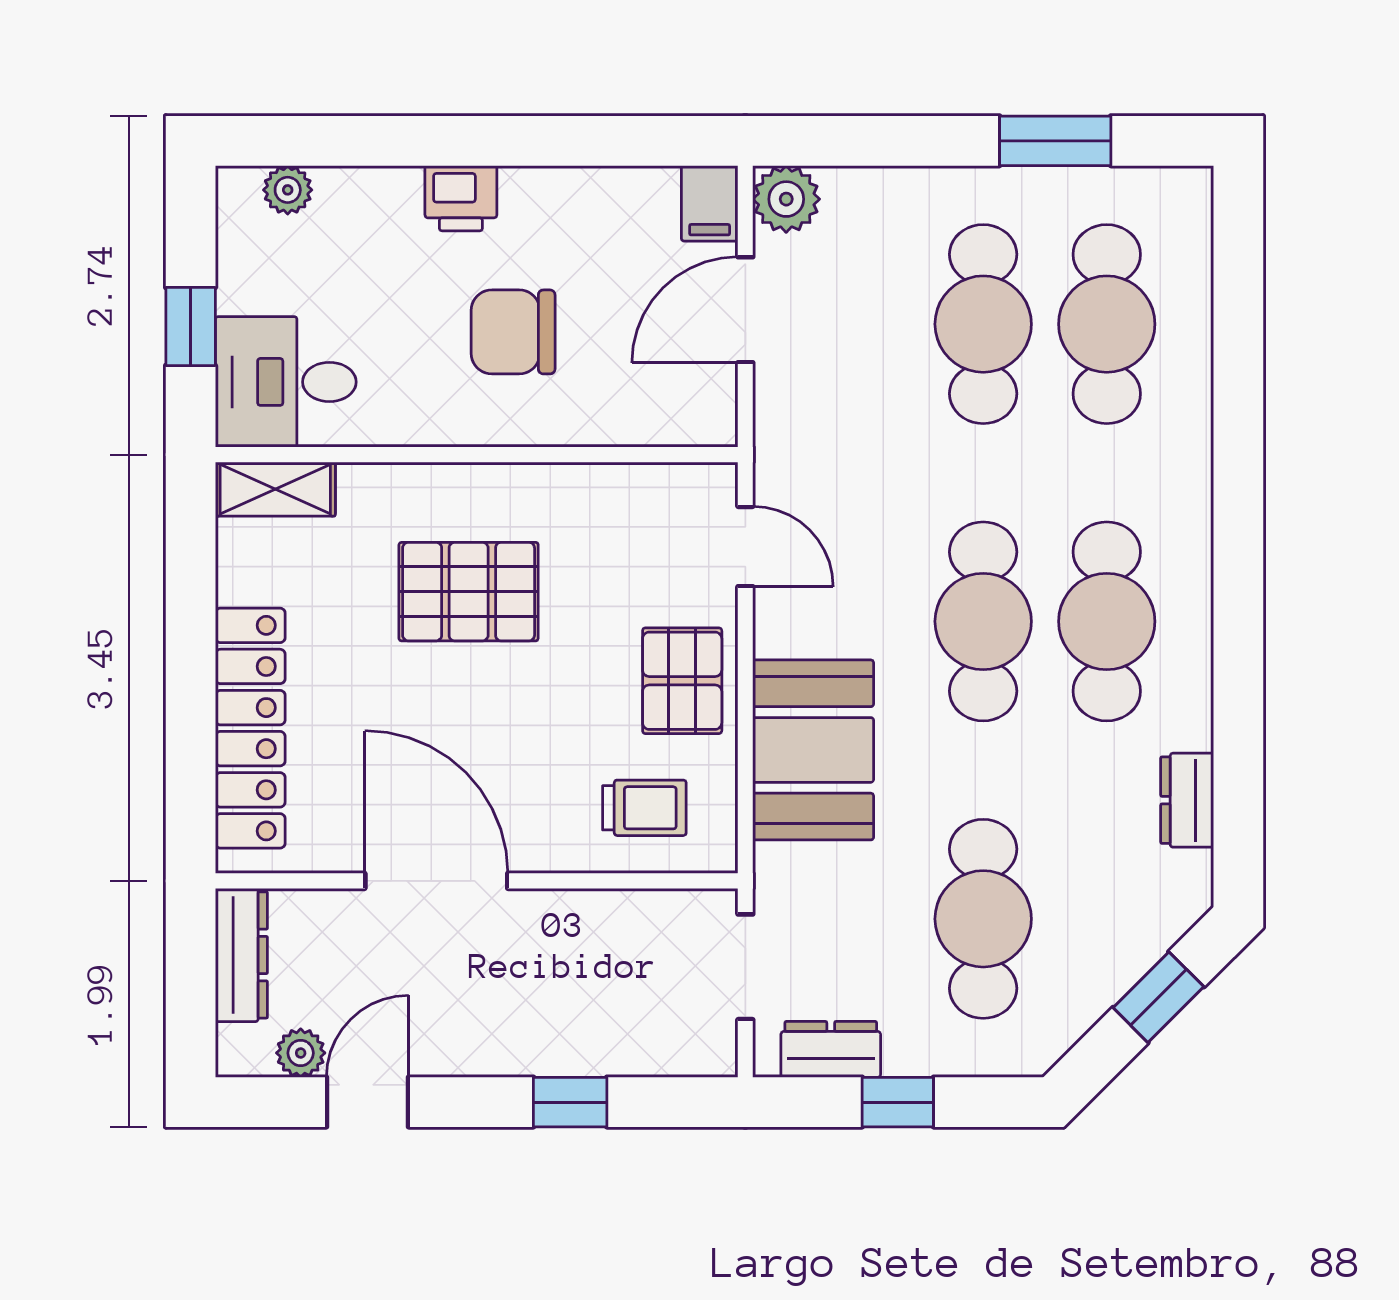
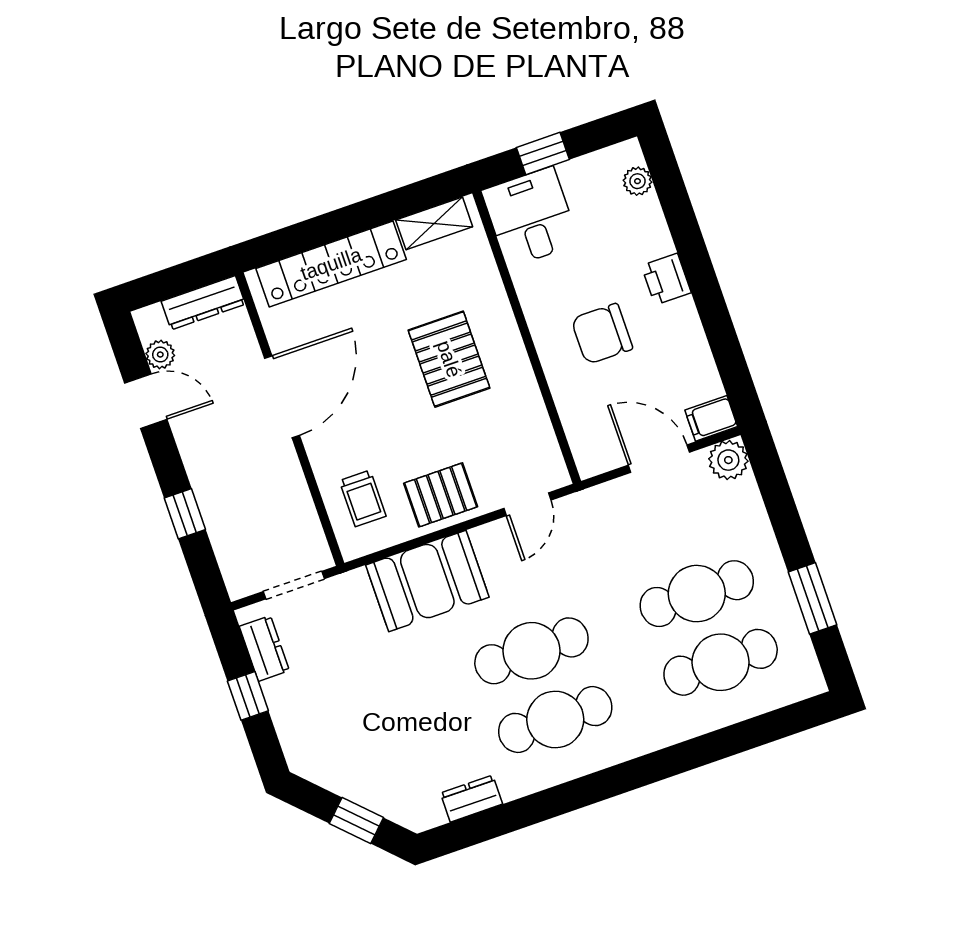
chair: (513, 332) -> (602, 334), turned -90
shelving: (275, 489) -> (434, 223), moved, turned 90
cafe table: (983, 919) -> (366, 708), removed

